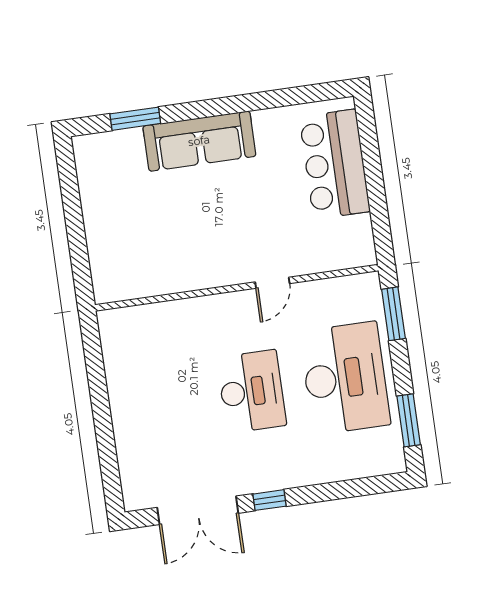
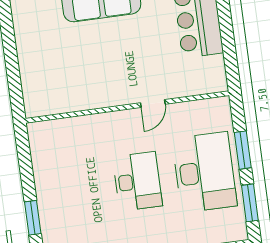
window: (393, 314) -> (243, 150), moved
window: (106, 443) -> (33, 218), added

